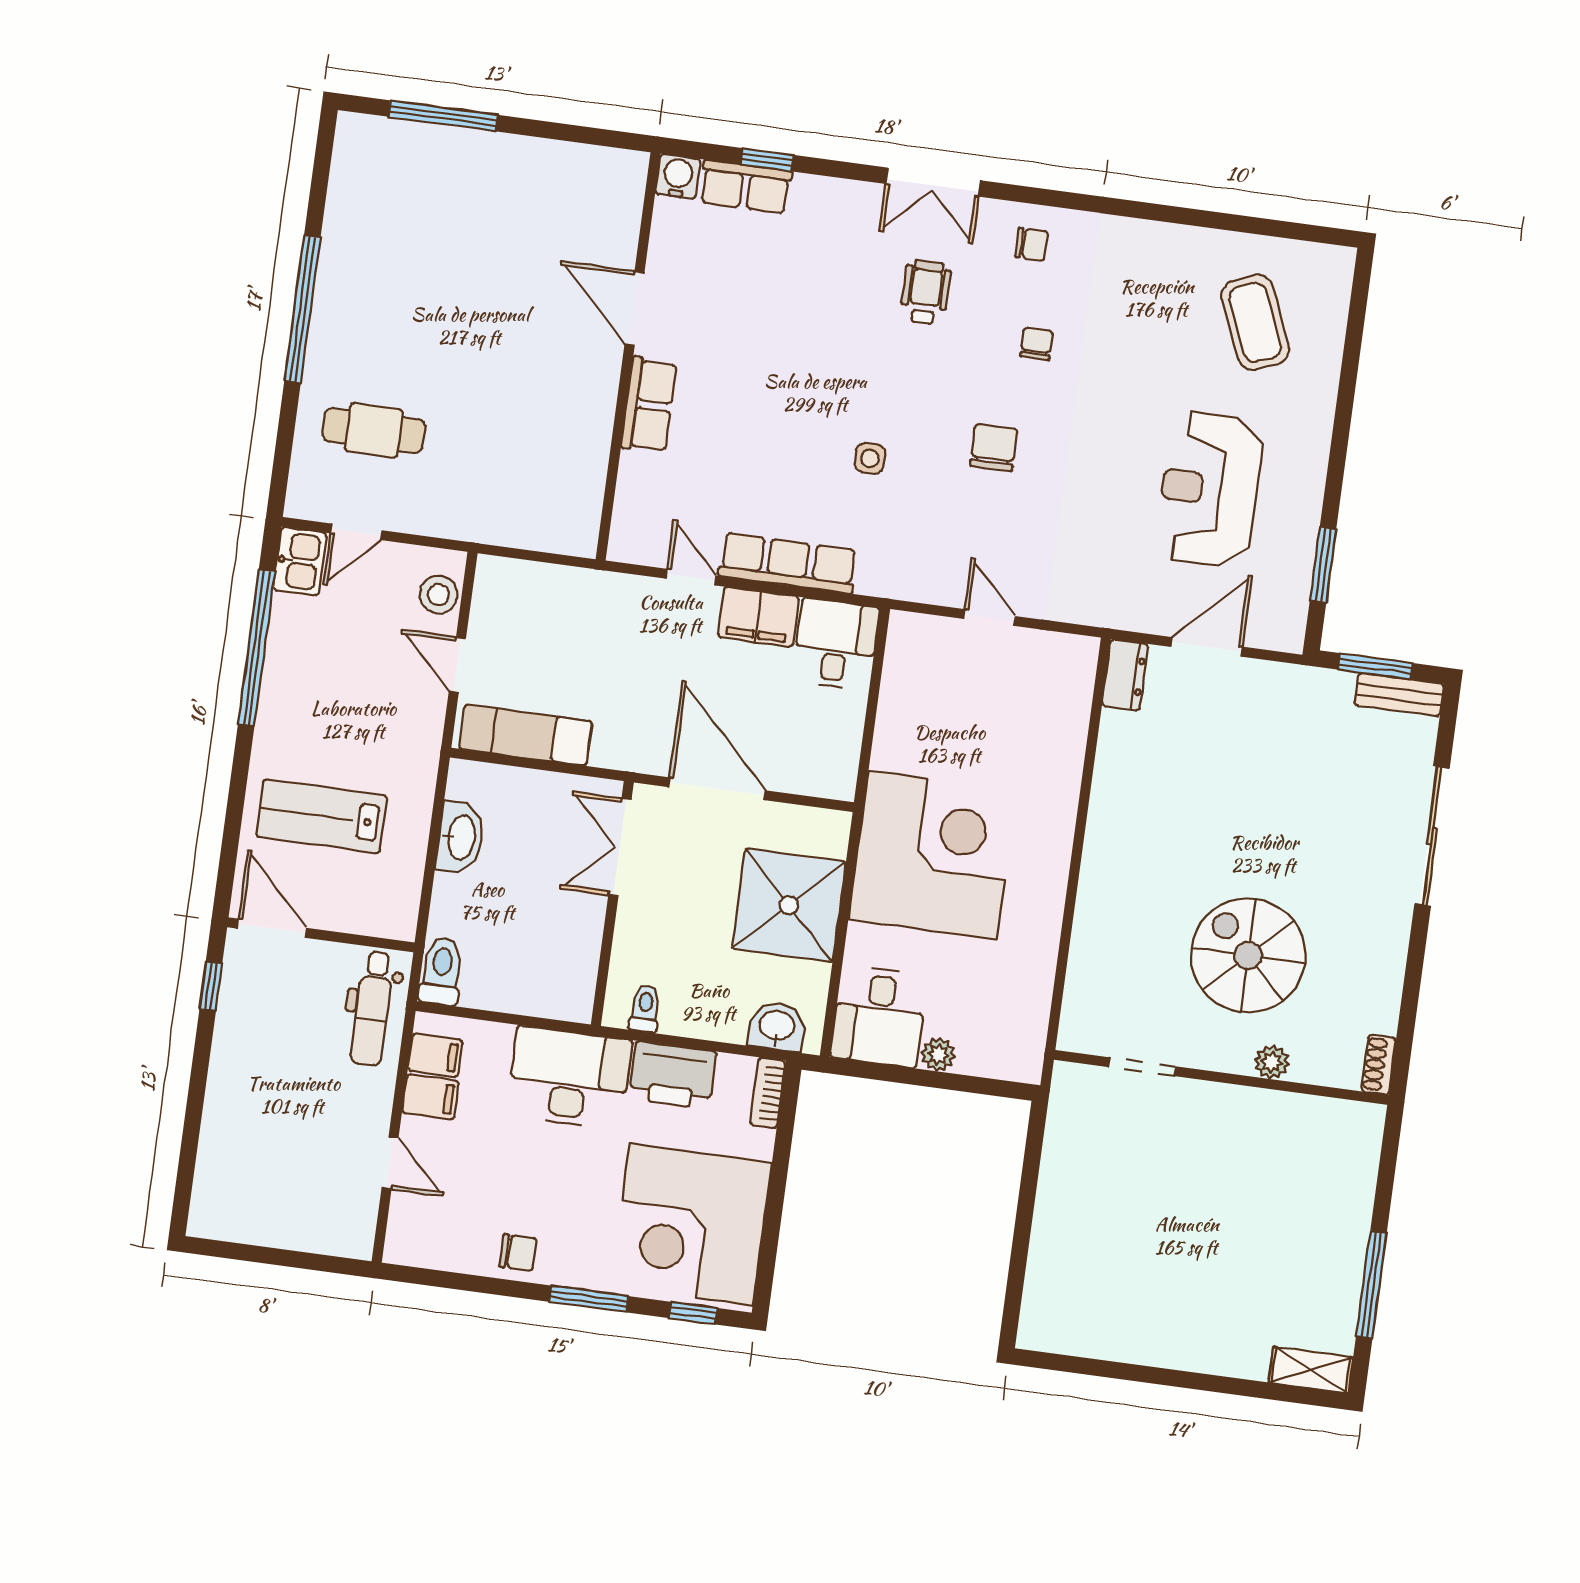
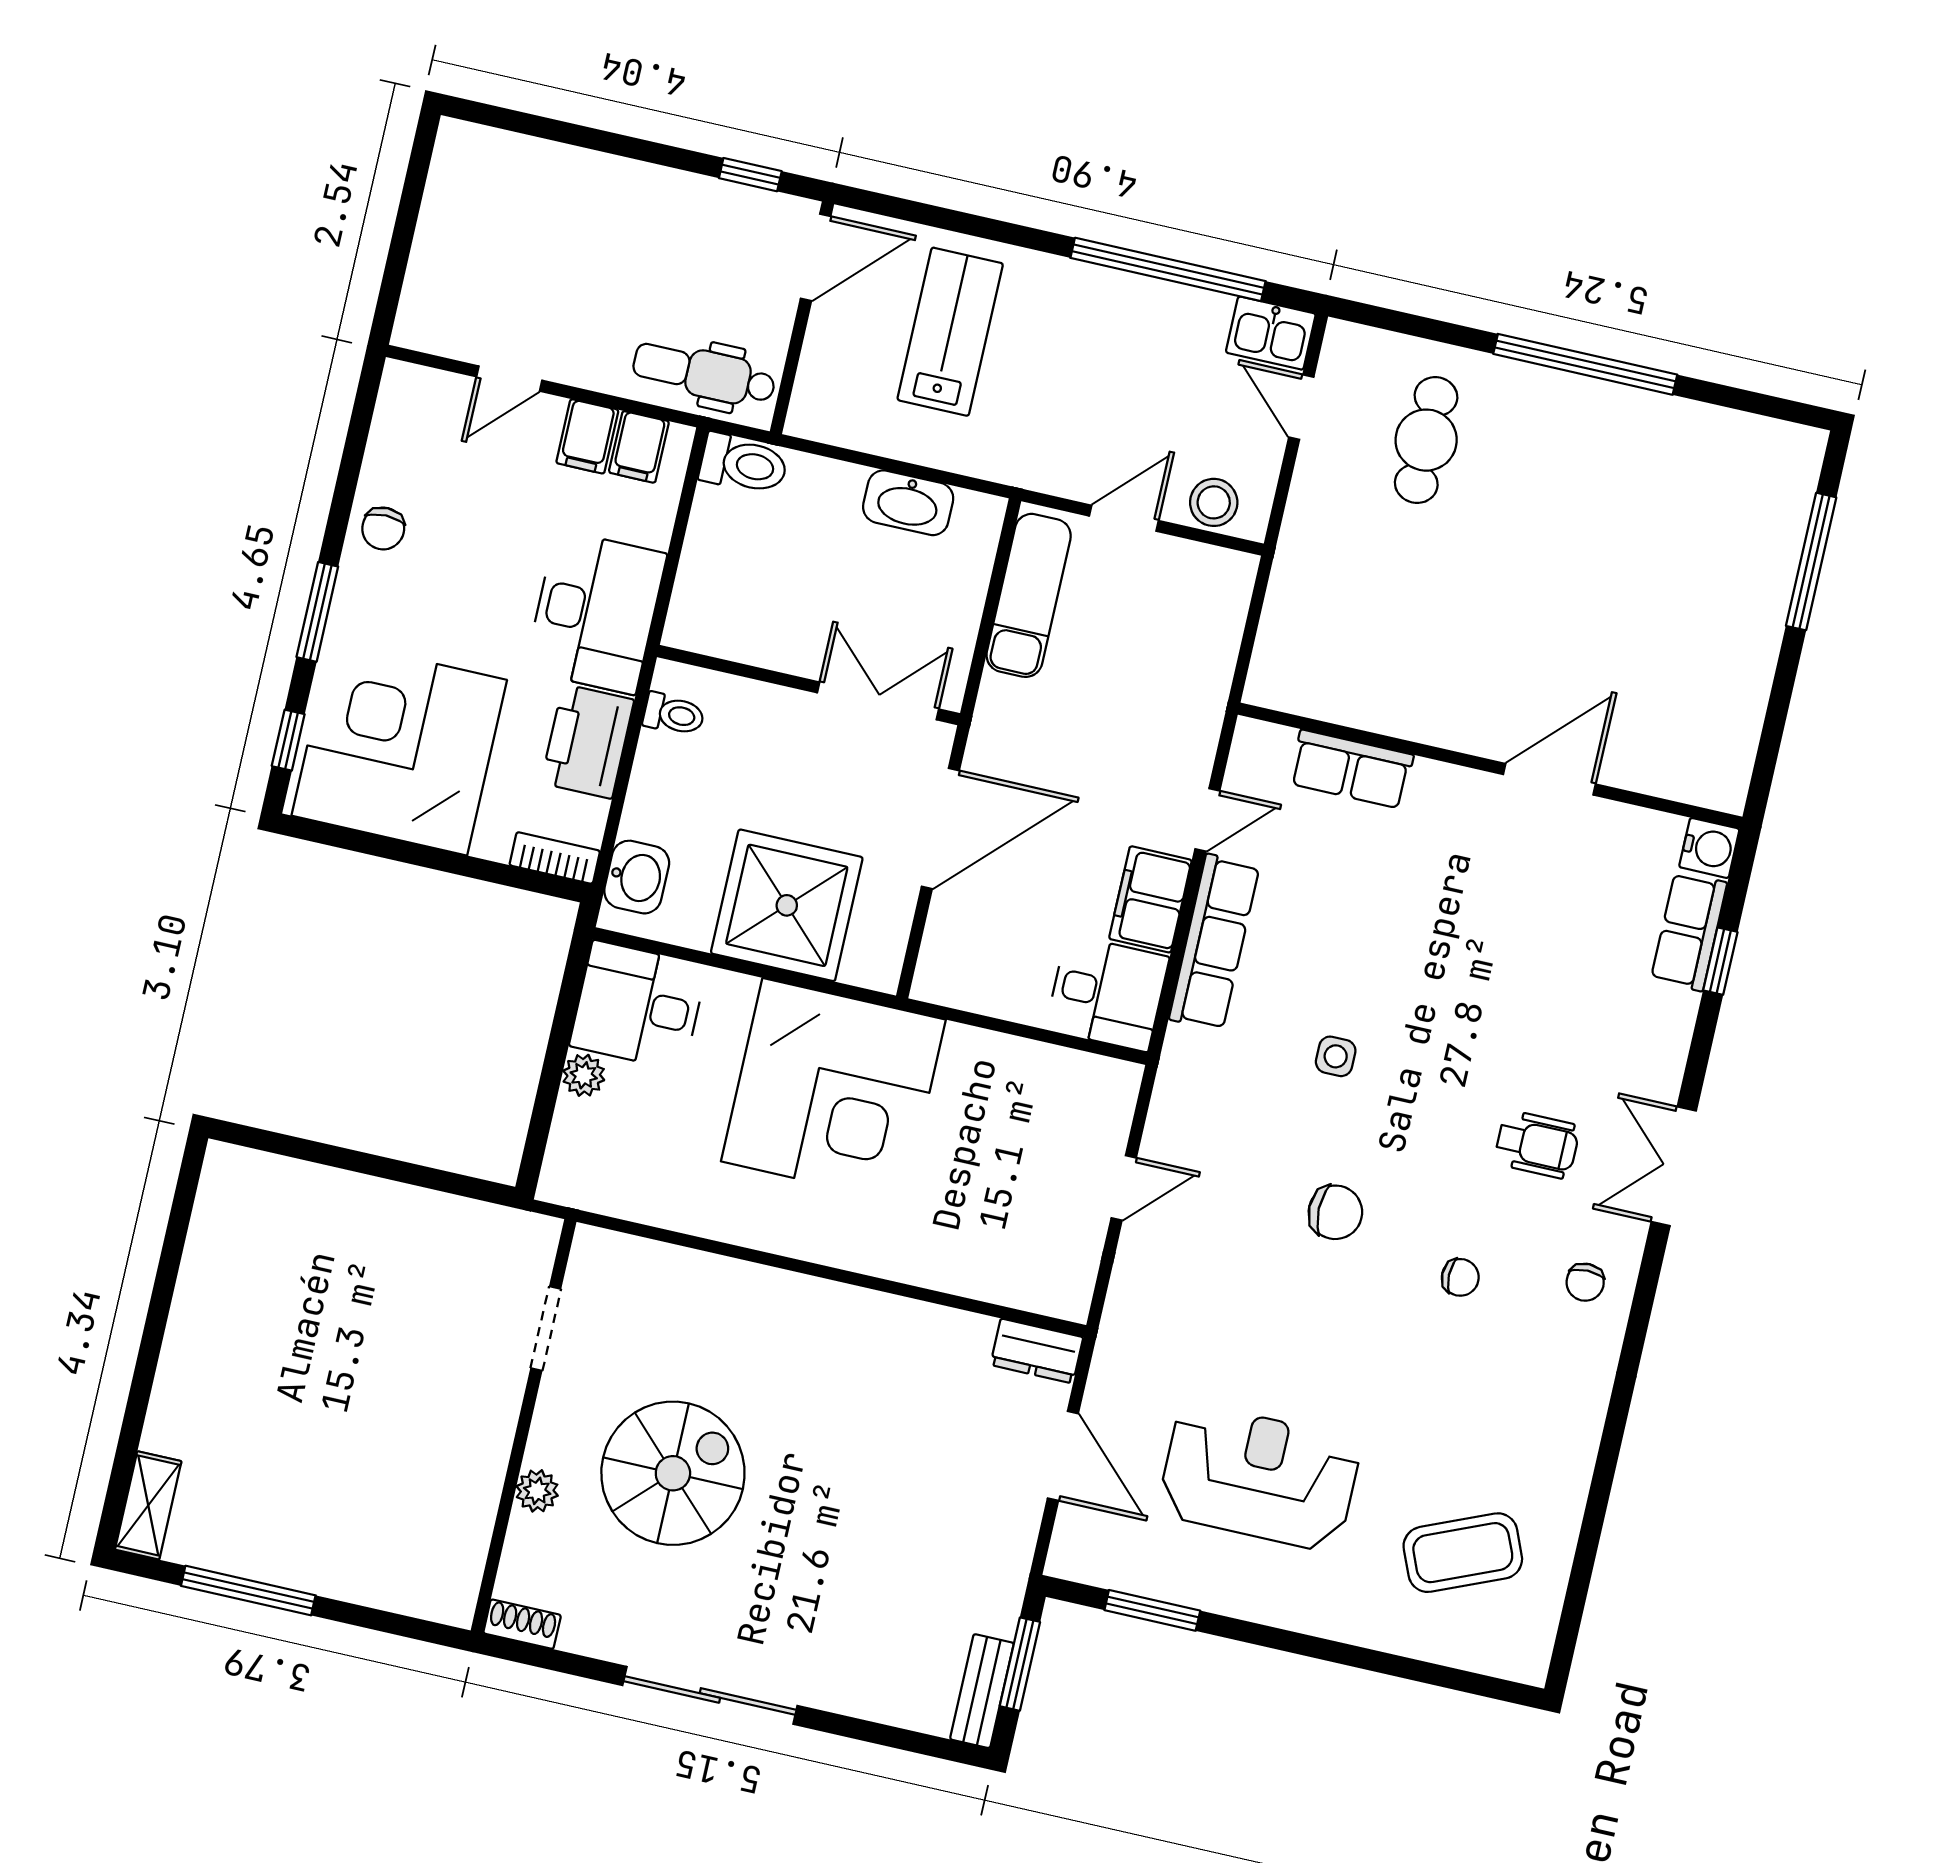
row of seats: (649, 405) -> (1351, 769), moved
sliding door: (1432, 836) -> (710, 1695), moved

